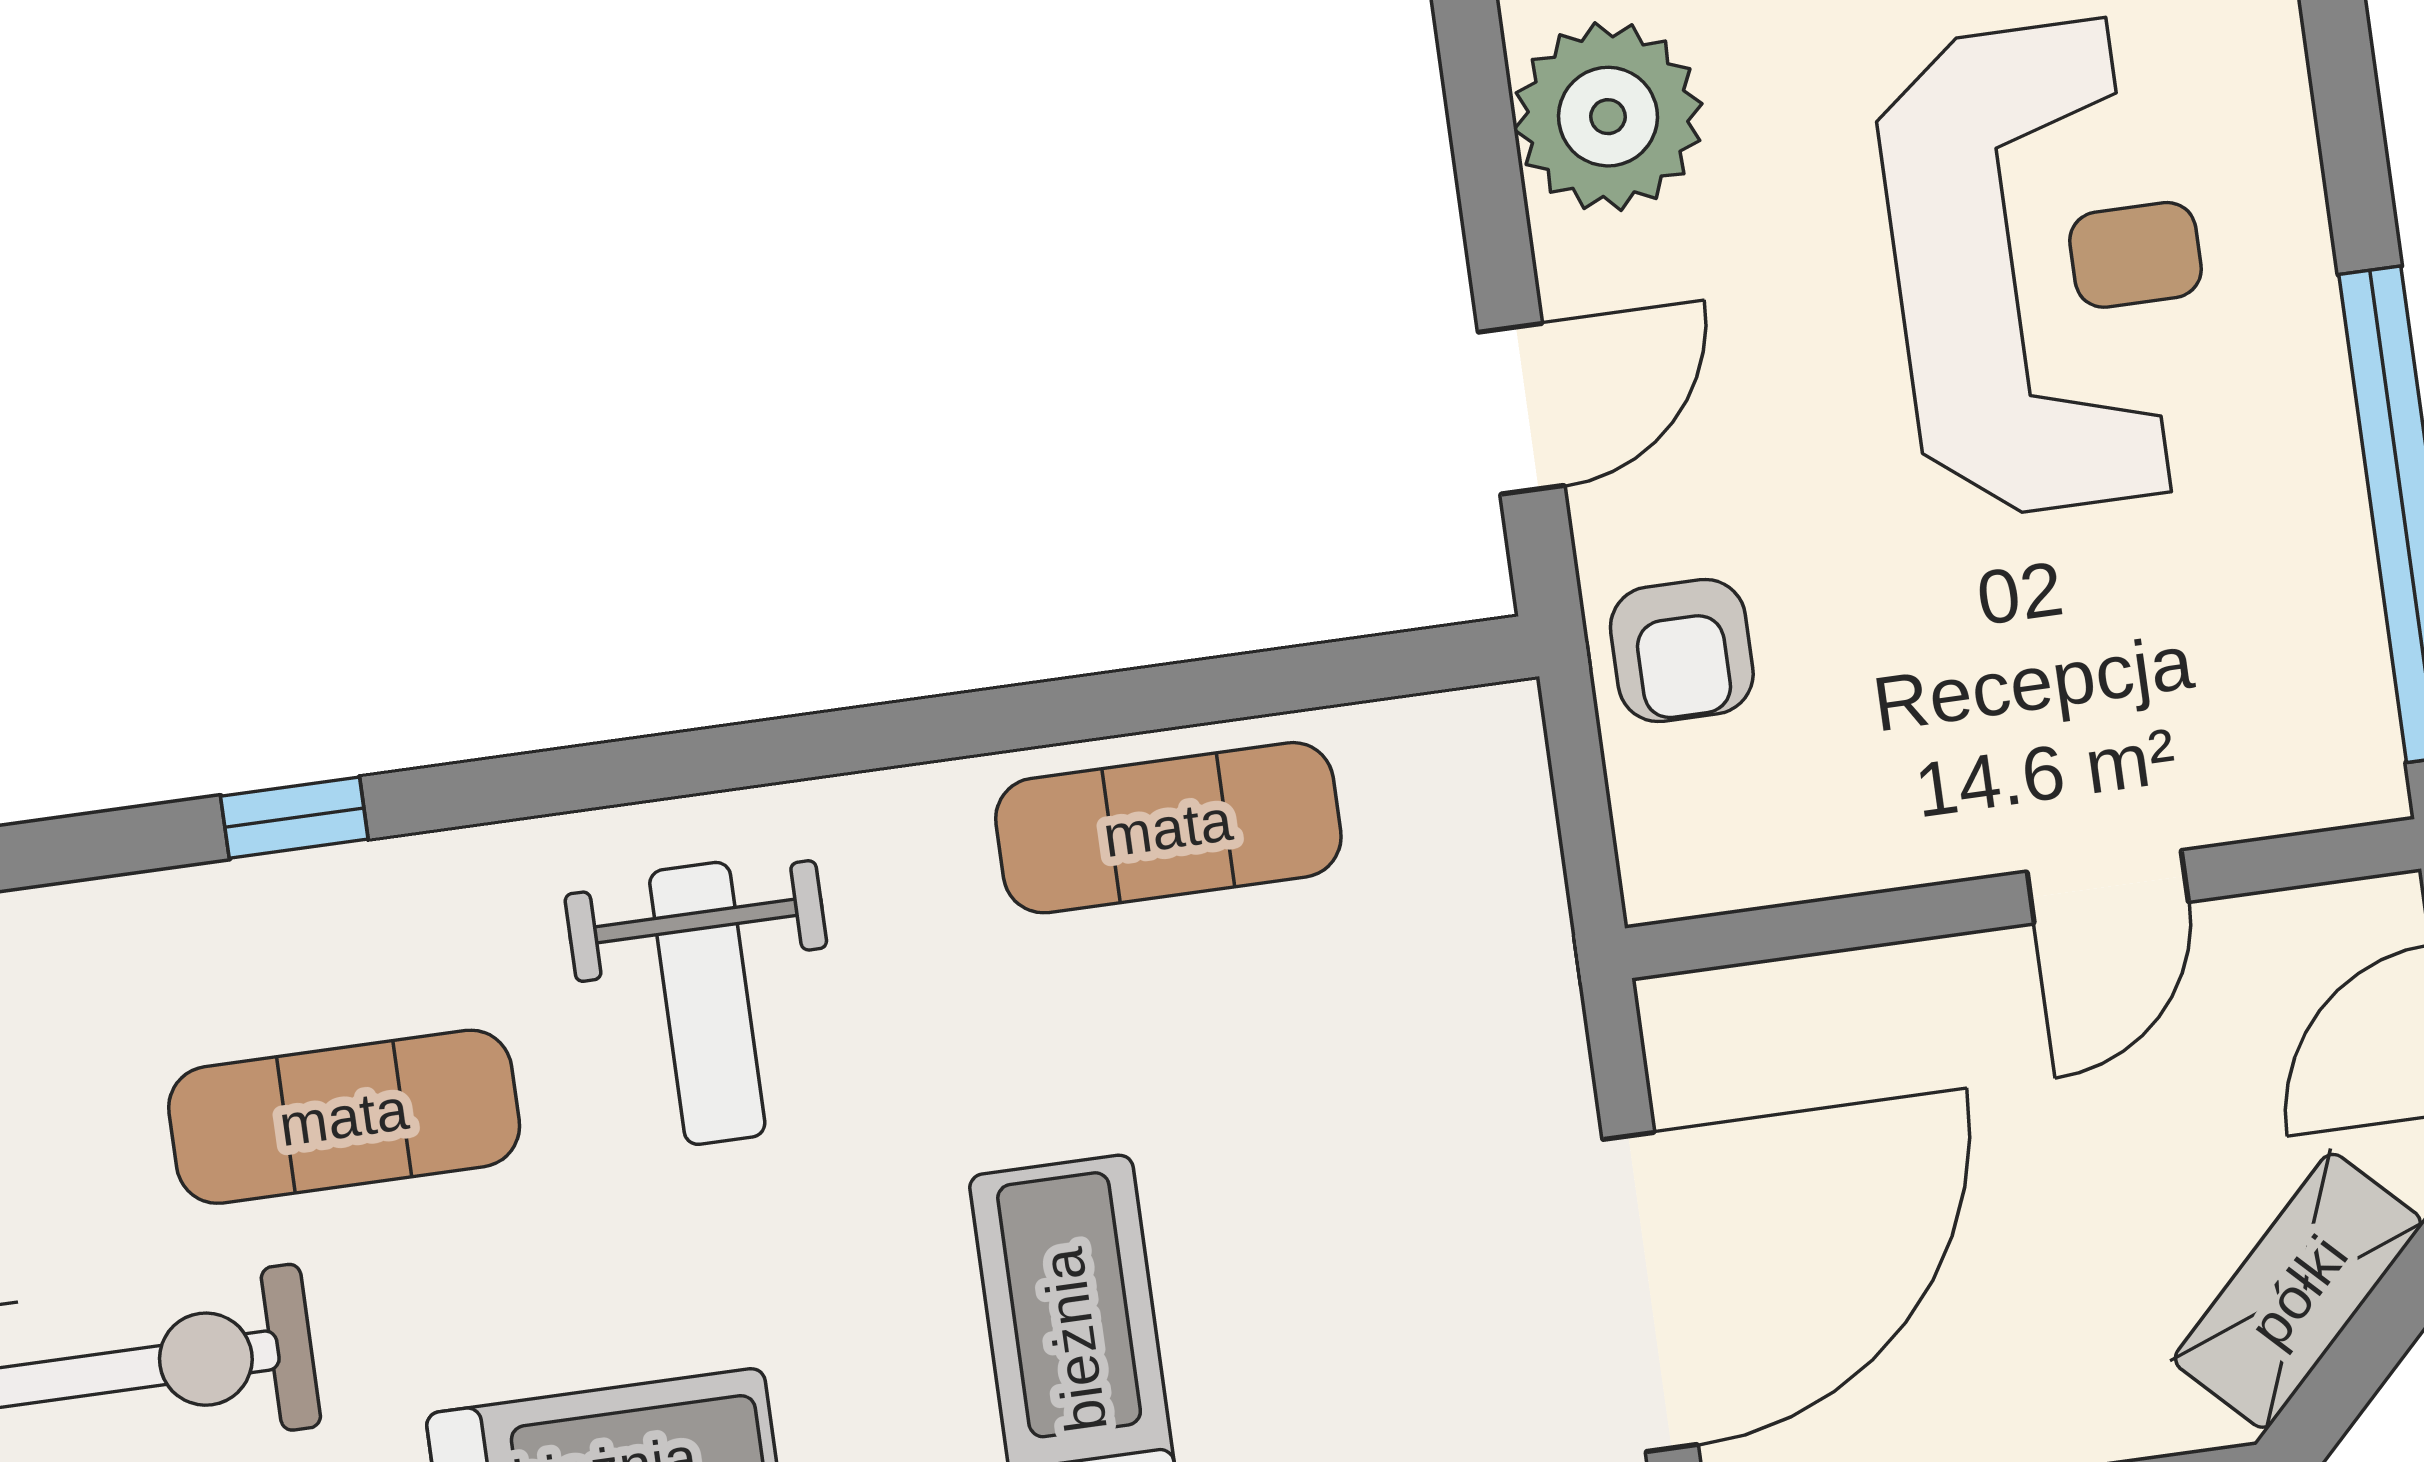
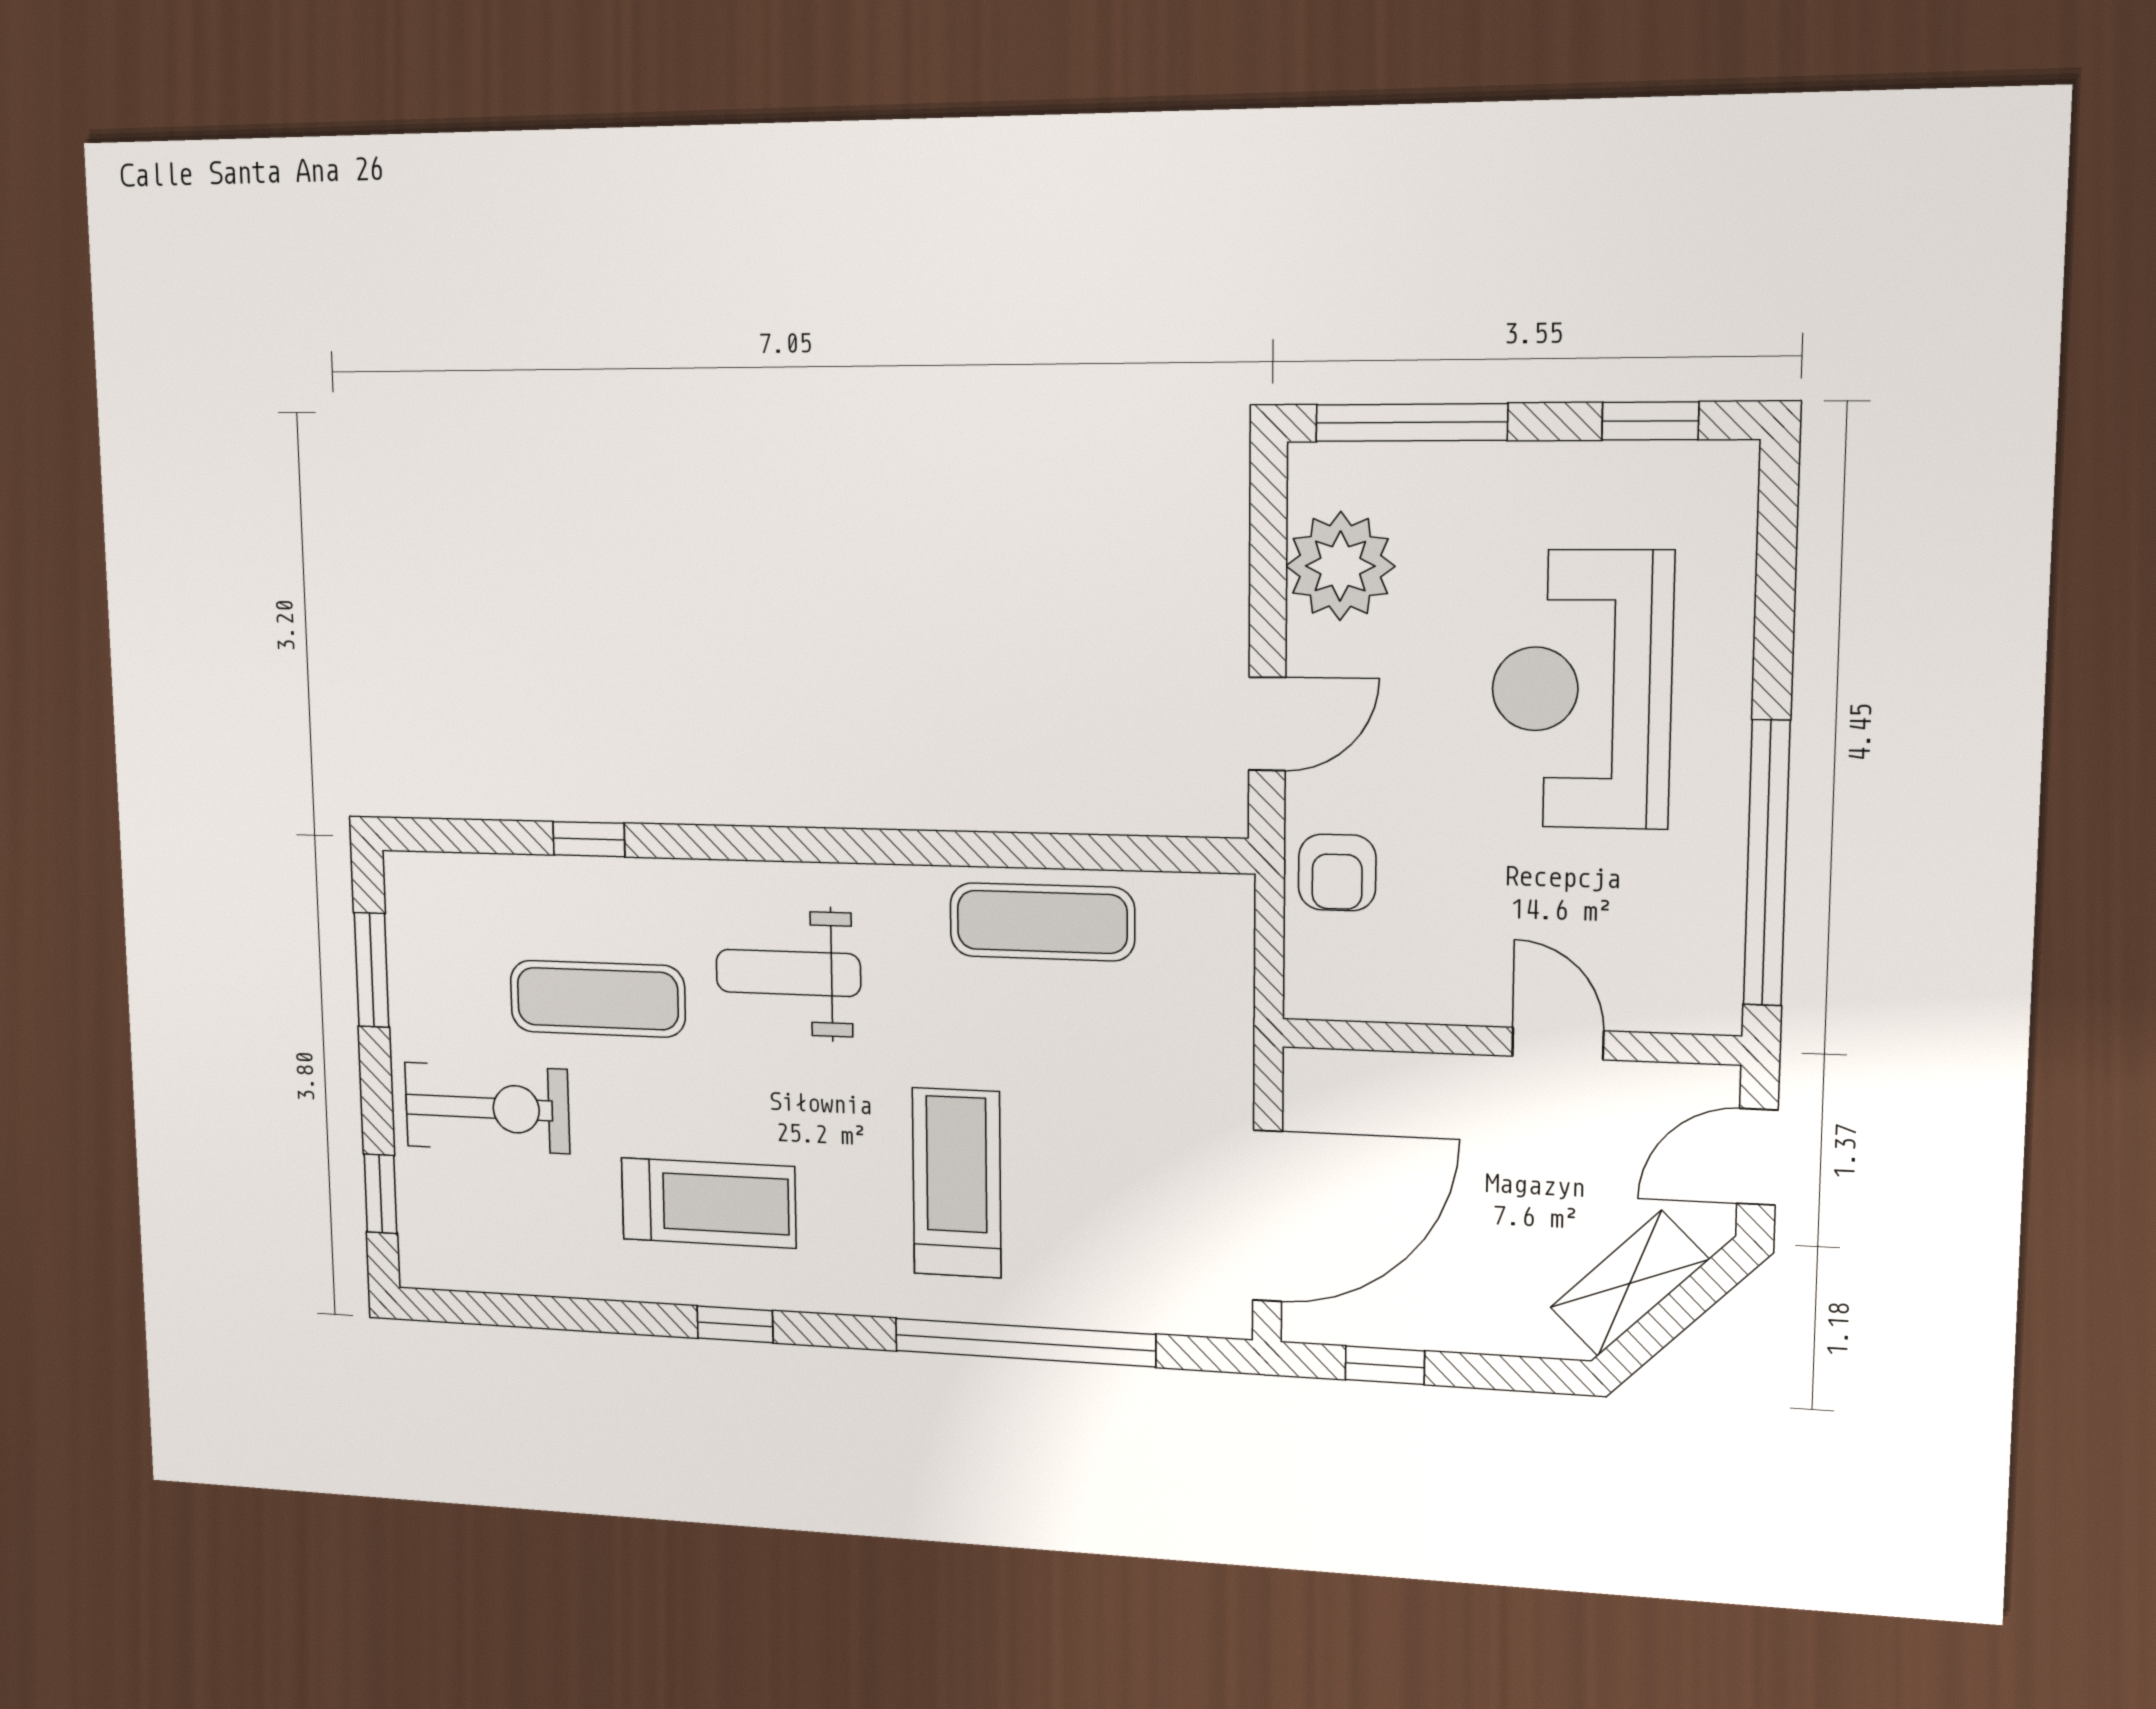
reception desk: (2049, 267) -> (1581, 689), turned 180
door: (2108, 887) -> (1558, 1044), swing flipped
weight bench: (707, 1003) -> (788, 973), turned 90

